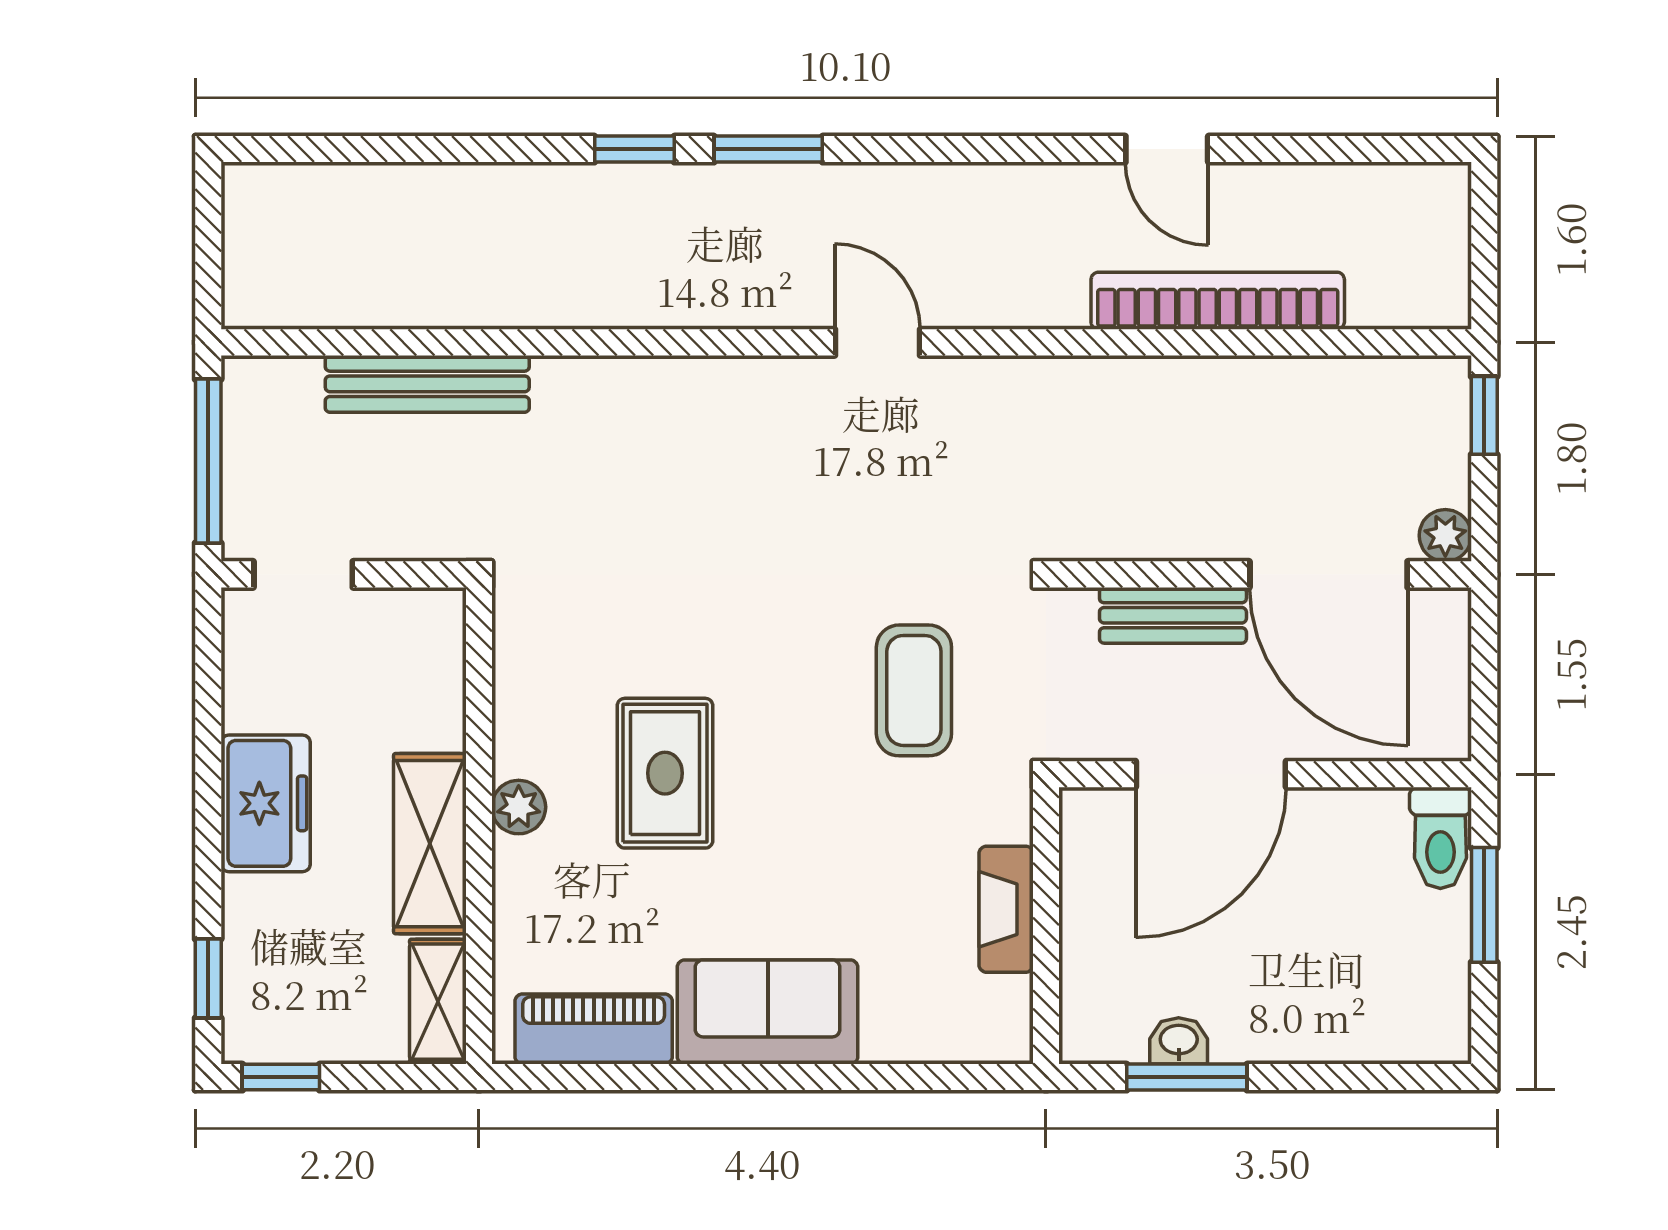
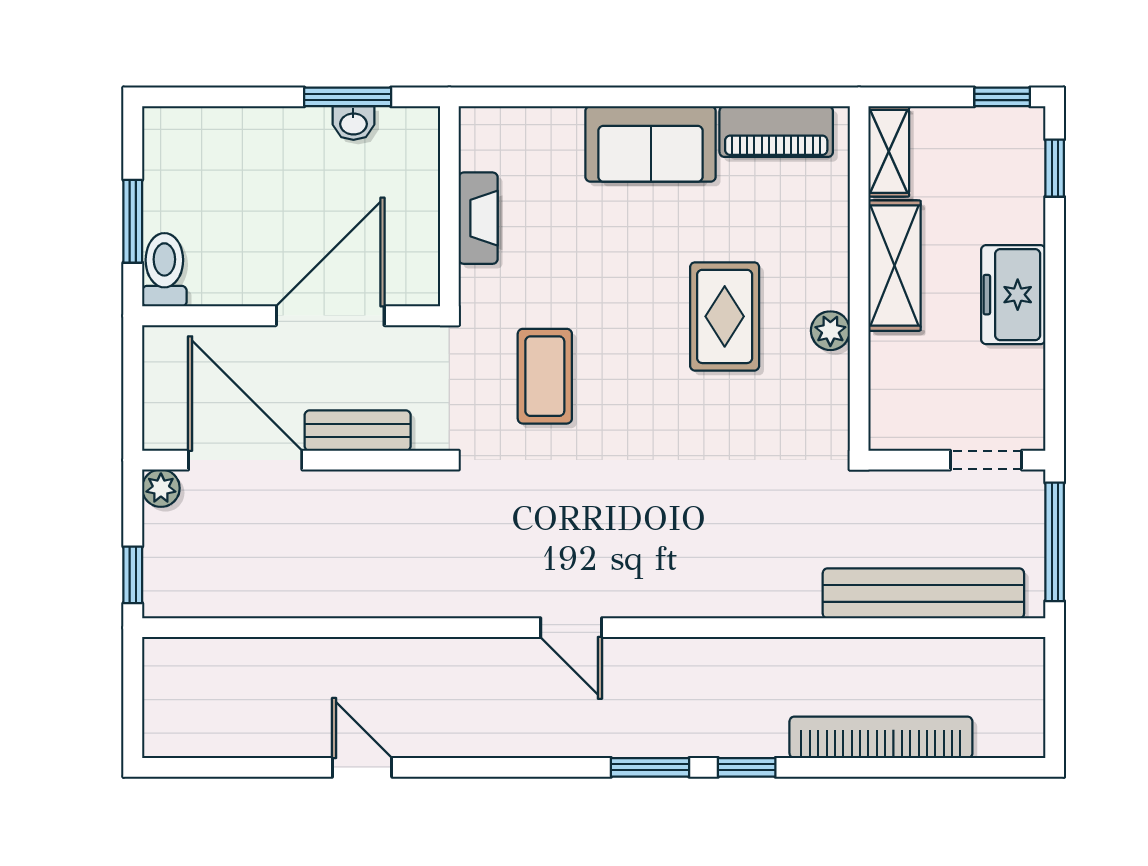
bookcase: (1218, 301) -> (881, 737), moved, turned 180
bench: (427, 384) -> (923, 593), width x1.37, depth x1.21
plant: (519, 807) -> (830, 331), moved

